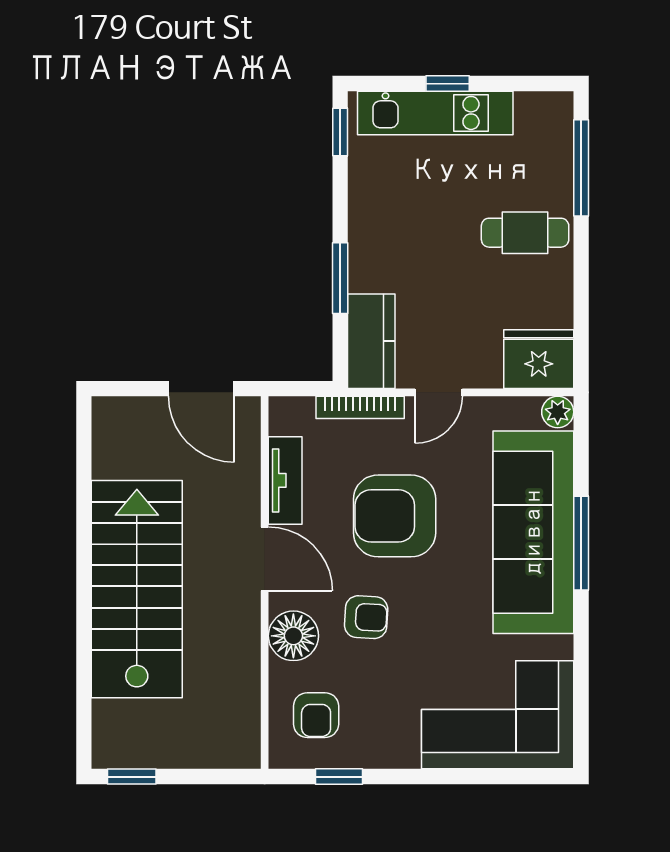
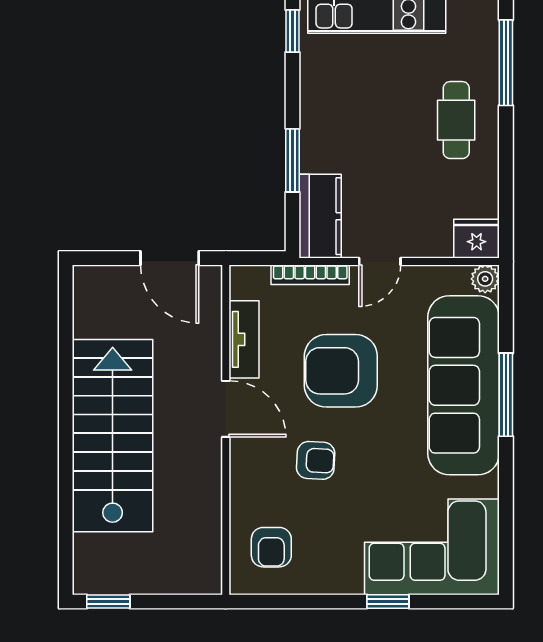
cafe table: (525, 233) -> (456, 120), turned 90
fridge: (539, 359) -> (477, 239), width x0.73, depth x0.75
floor lamp: (293, 636) -> (251, 477), removed
window: (339, 777) -> (388, 602), moved

